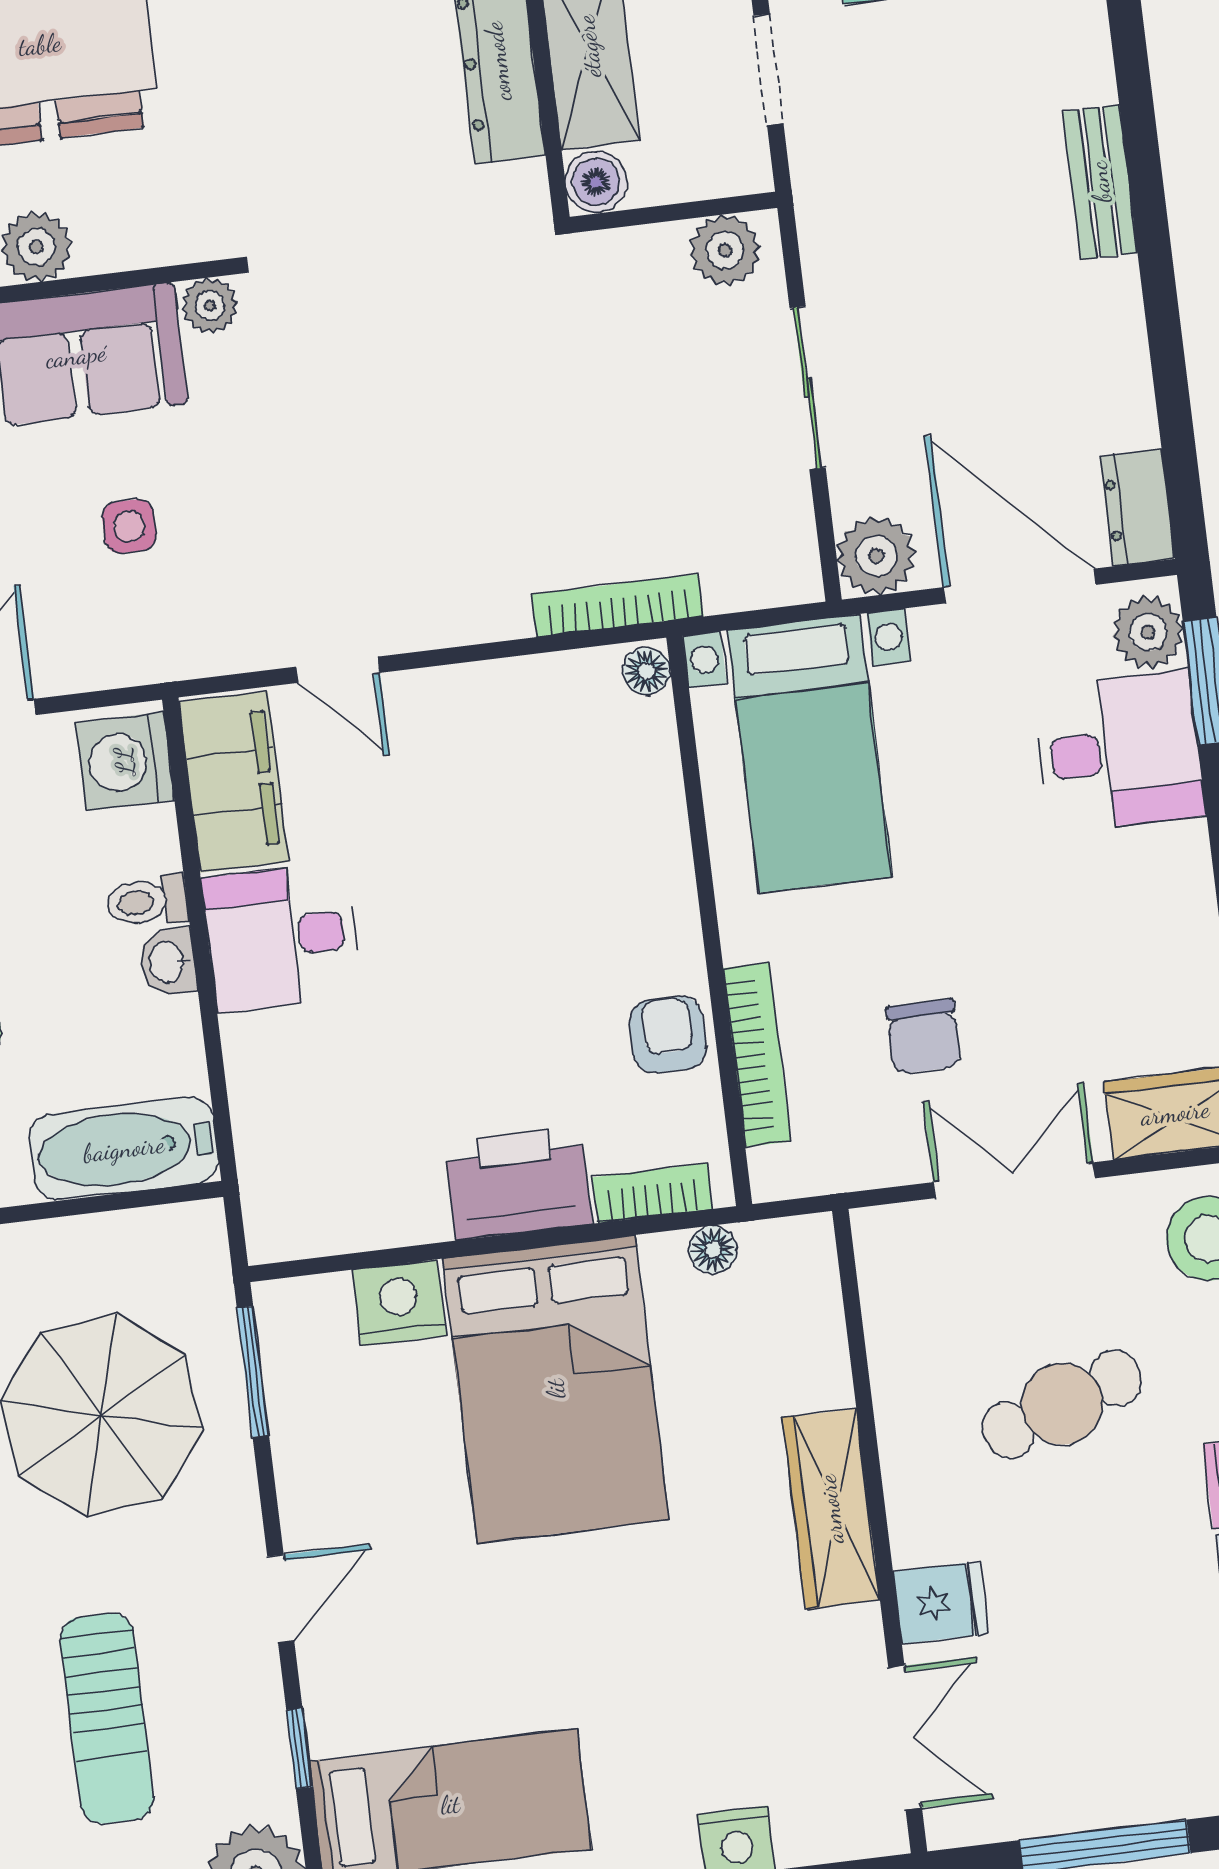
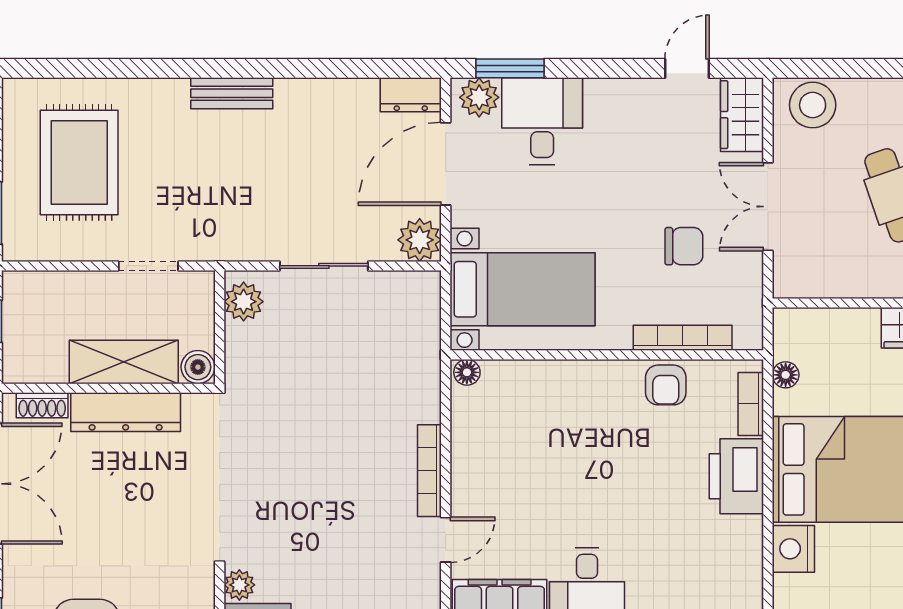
bookcase: (618, 606) -> (429, 471), moved
armchair: (668, 1035) -> (666, 385), turned -90

